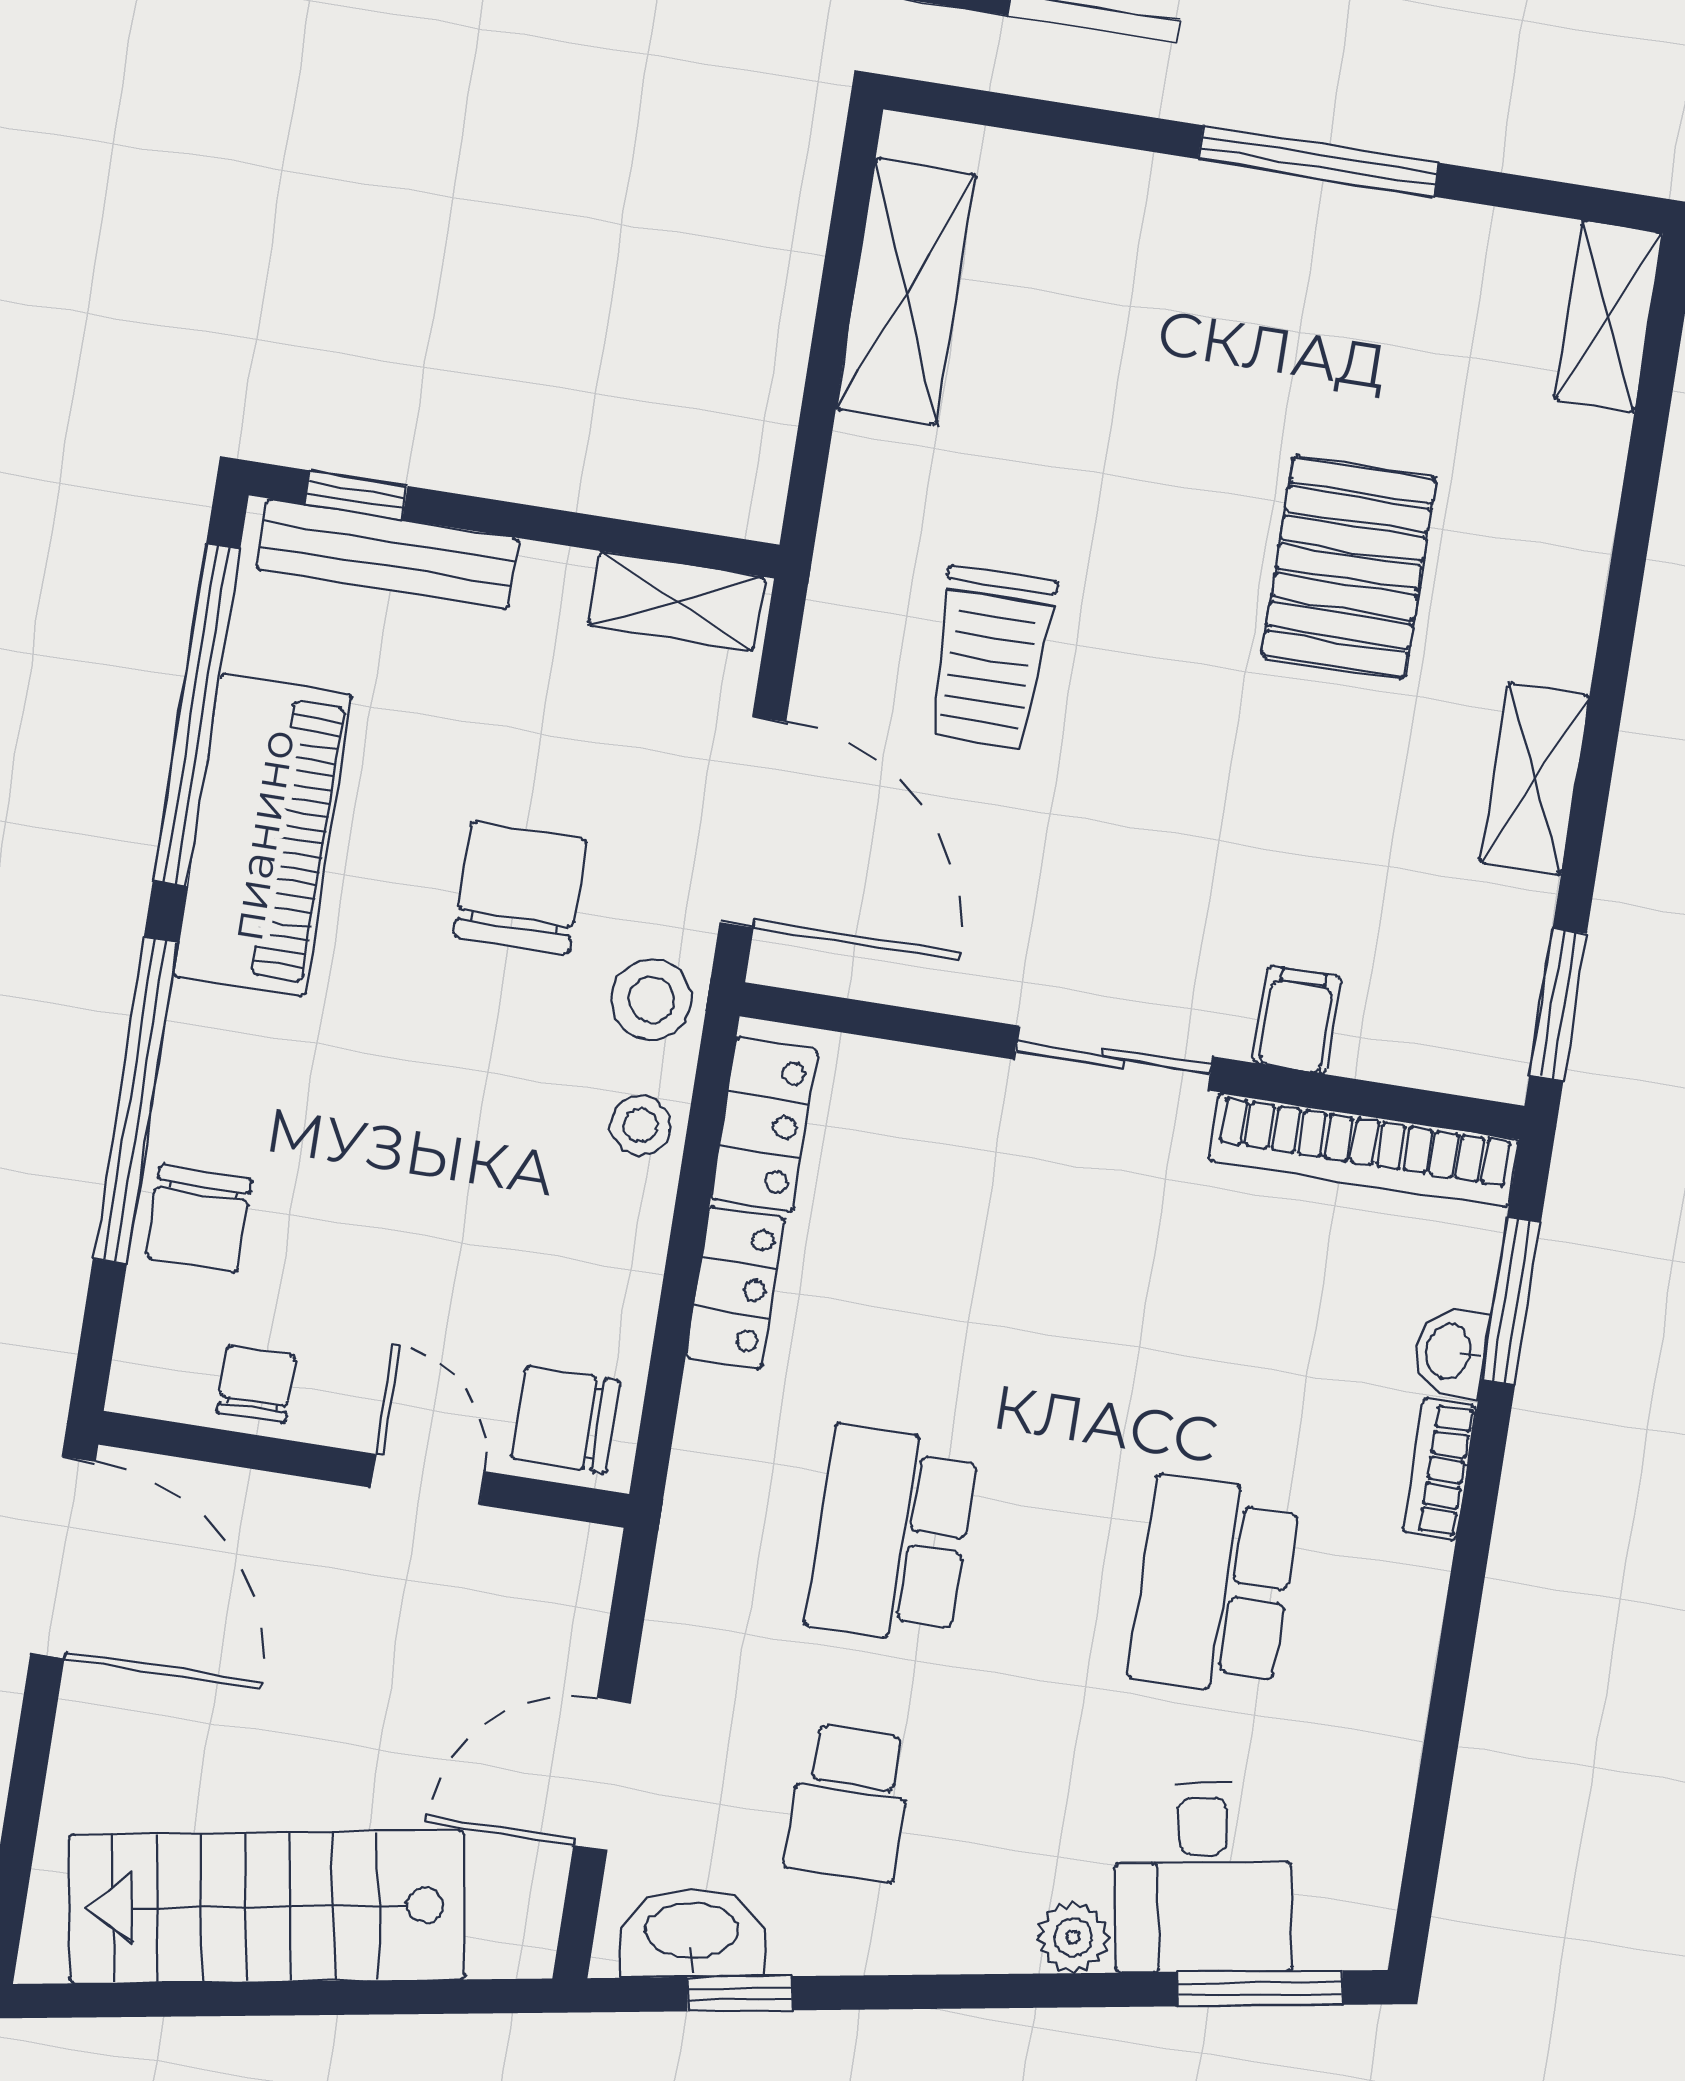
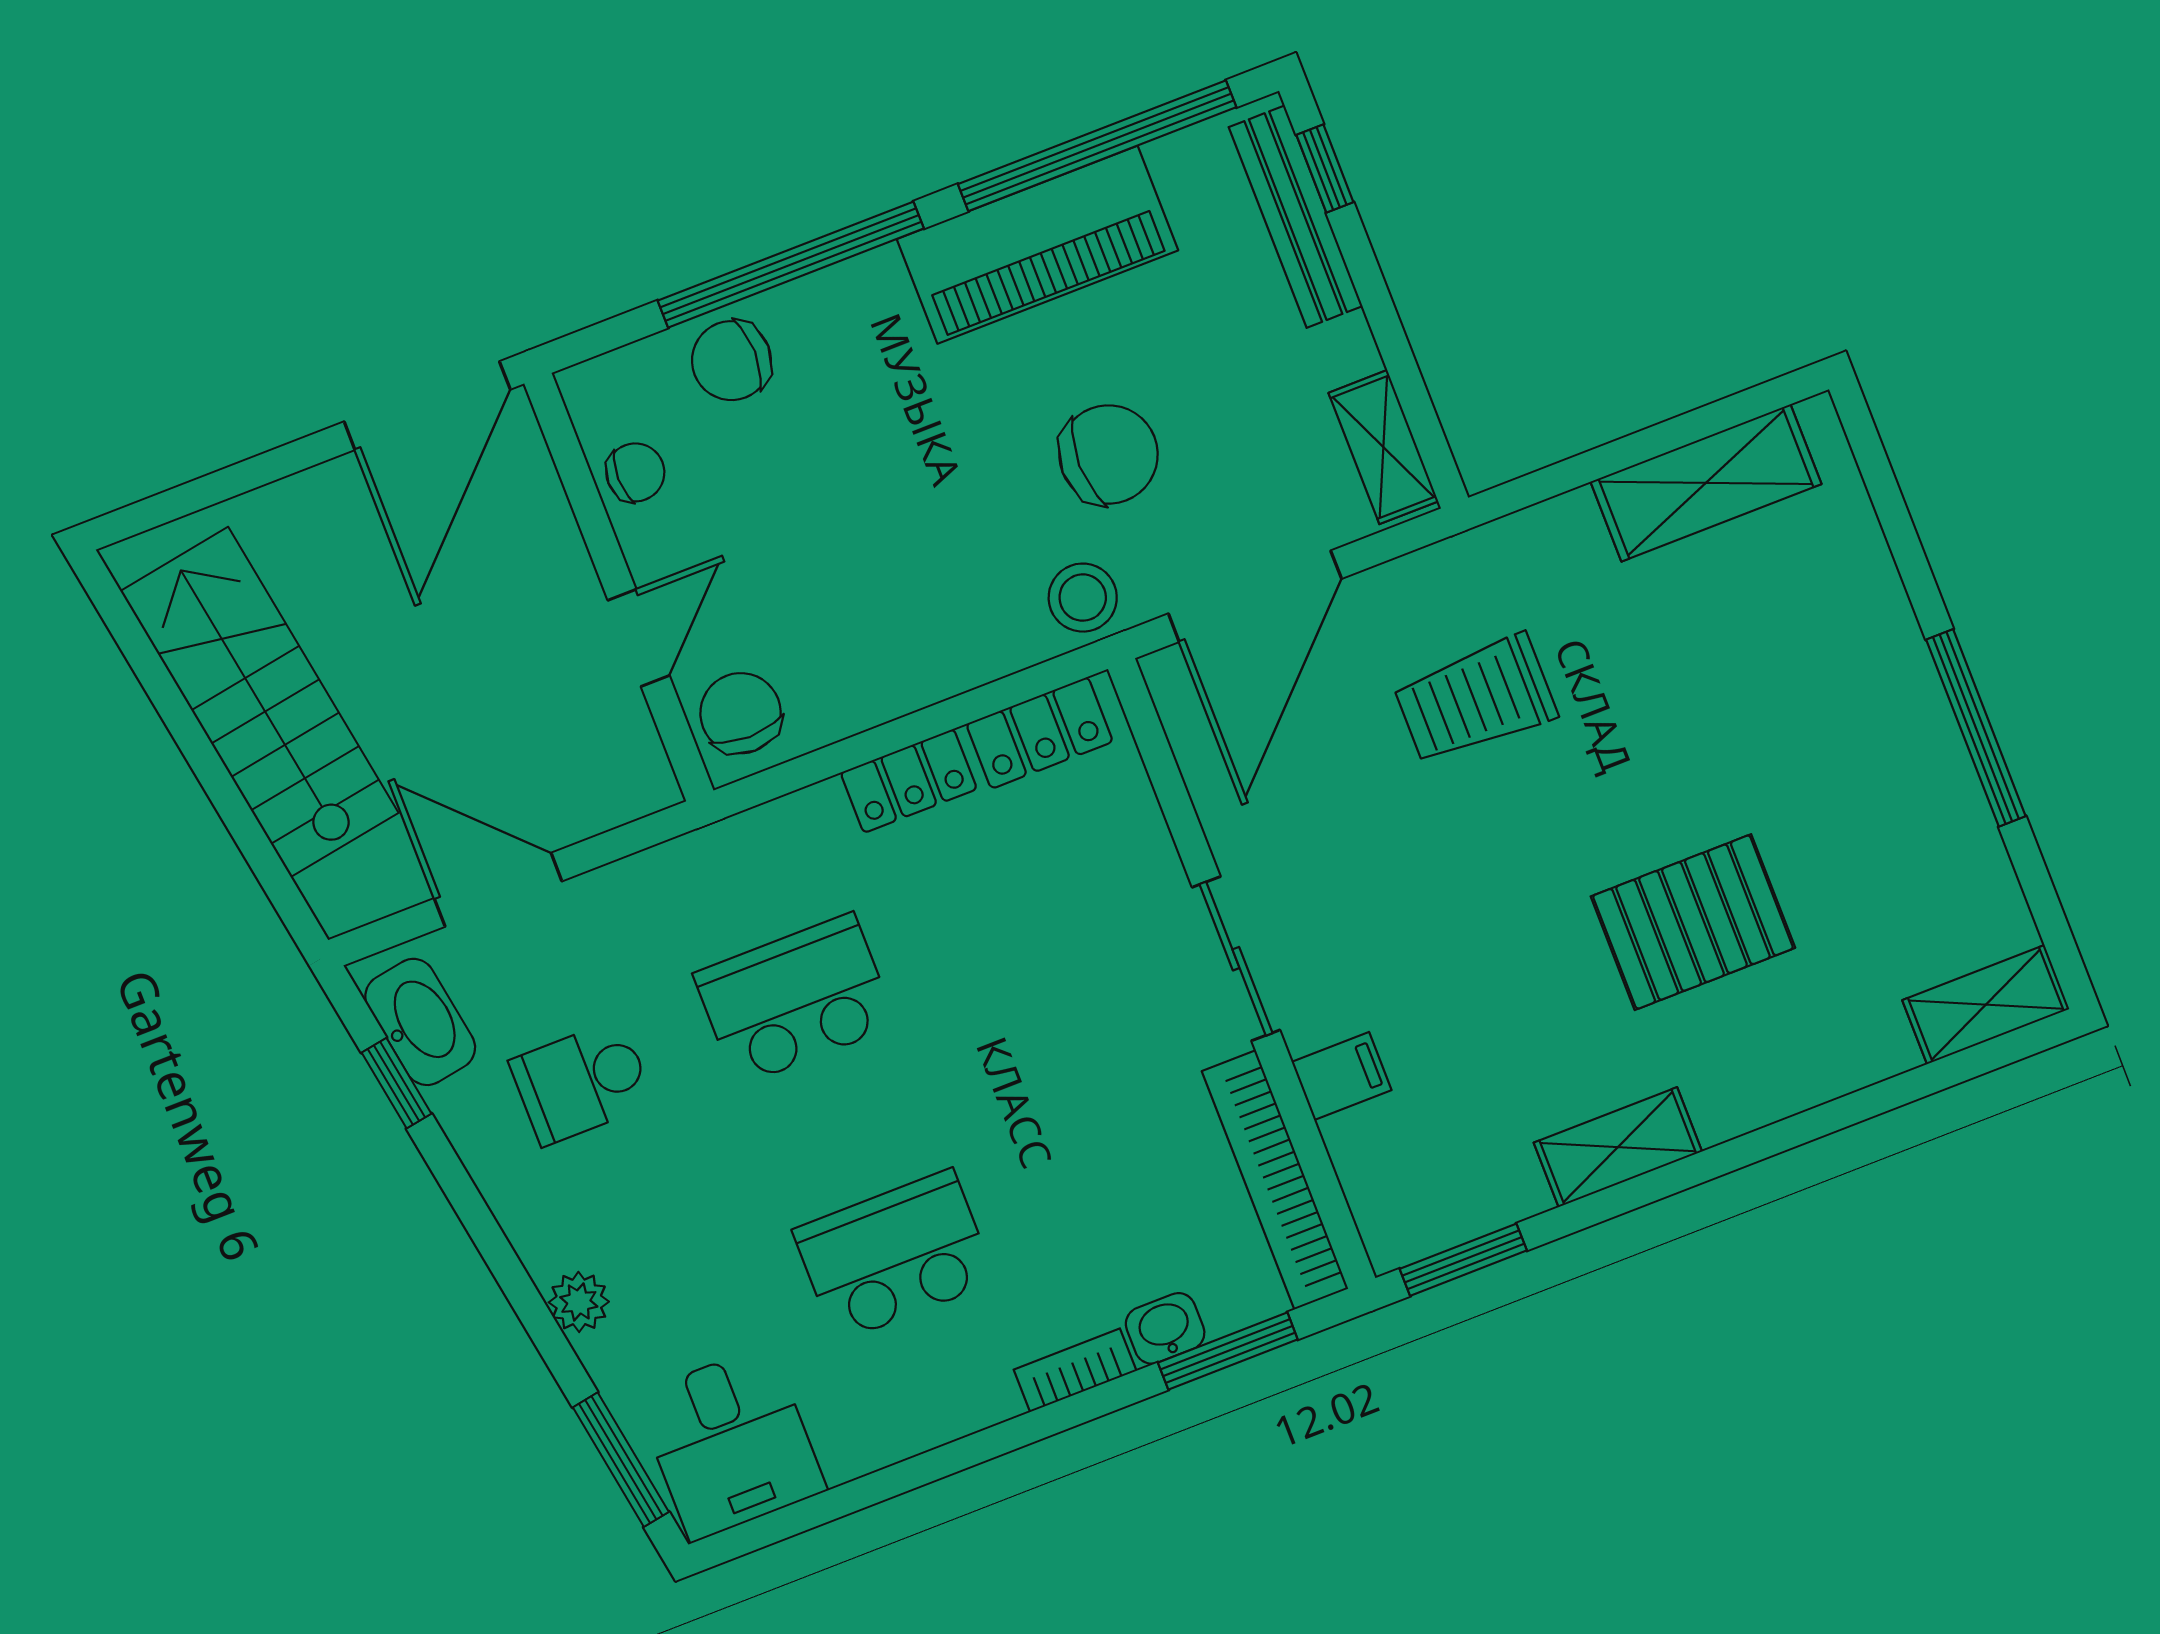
stool: (641, 1125) -> (987, 643), removed
desk: (1203, 1877) -> (731, 1443), moved, turned -80

